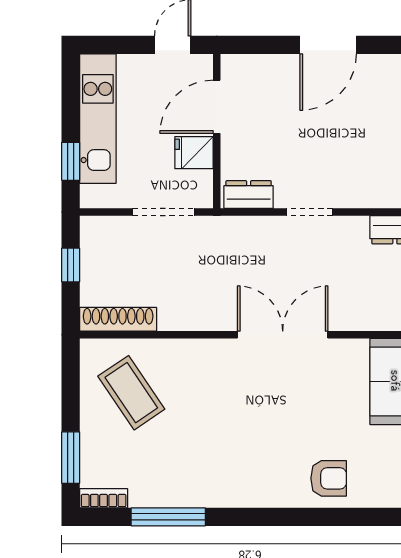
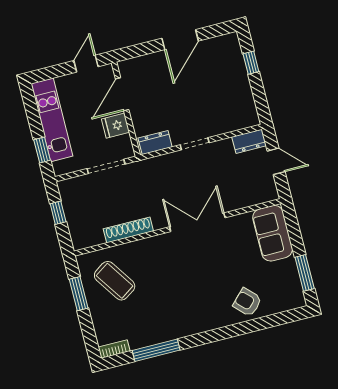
shoe rack: (118, 319) -> (128, 230), moved
window: (71, 458) -> (79, 294), moved
armchair: (329, 478) -> (247, 302), turned -135

